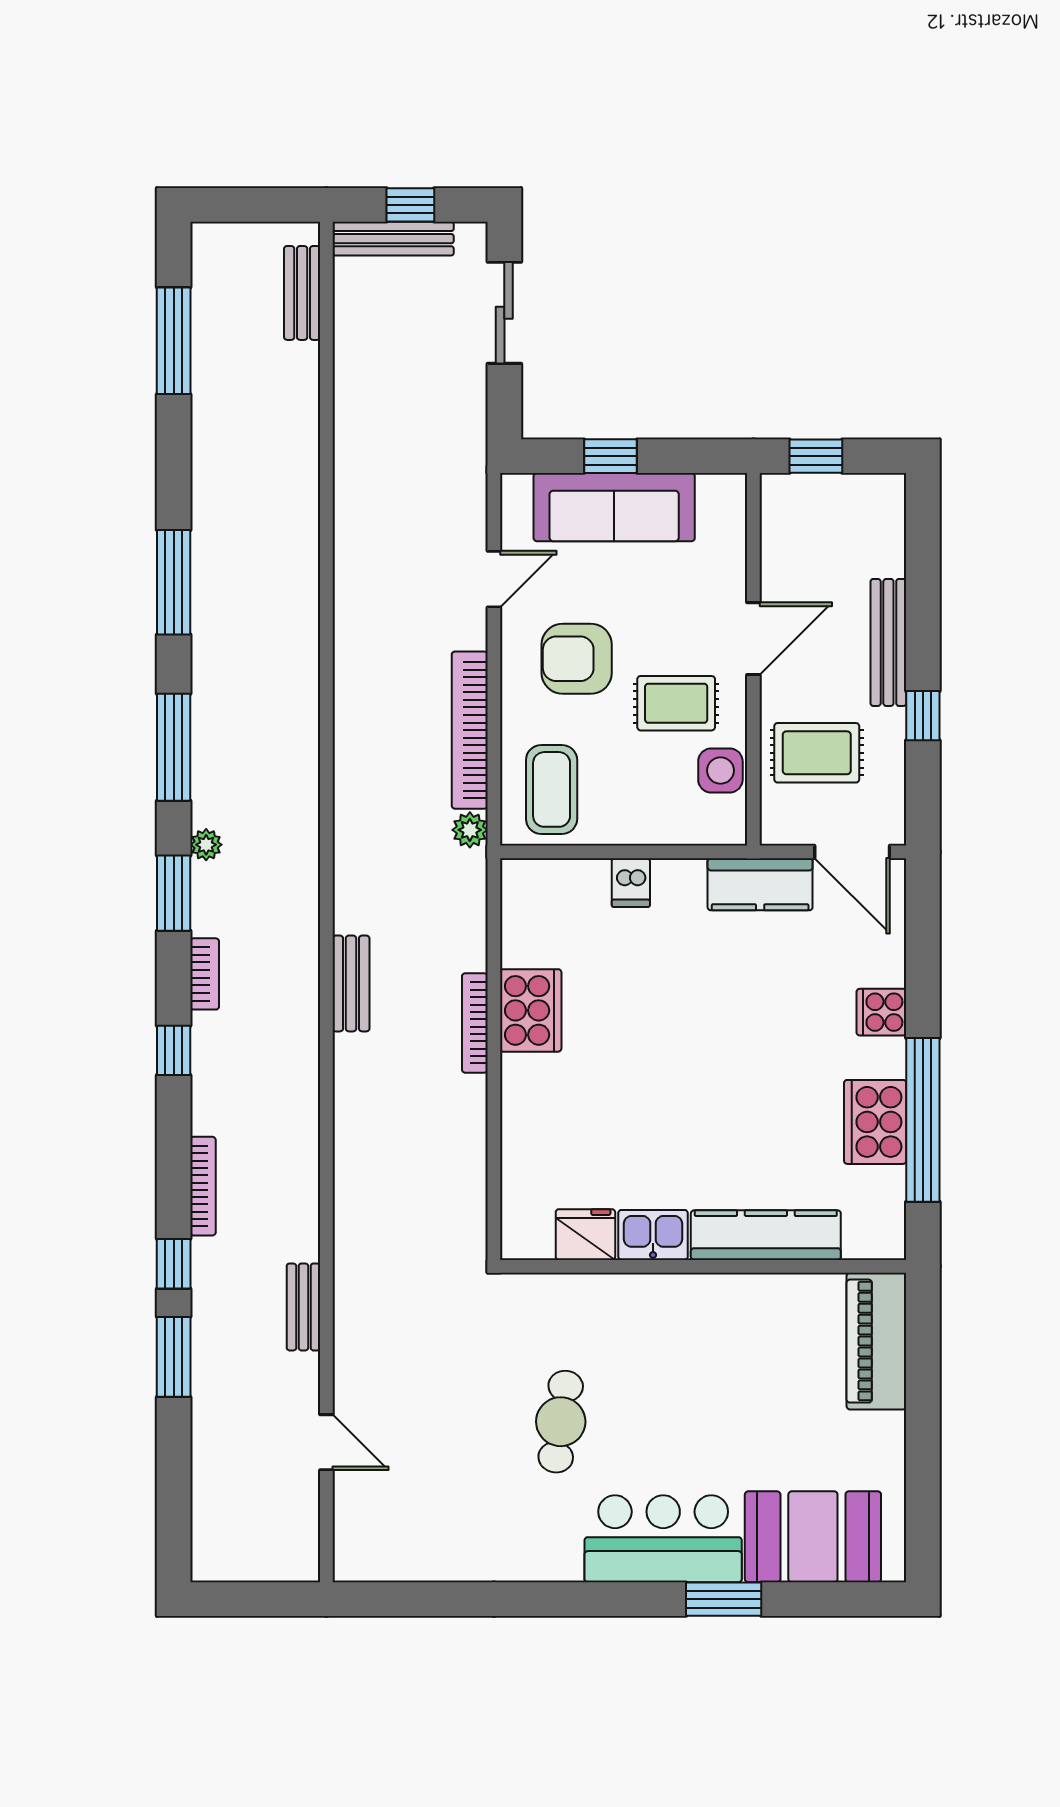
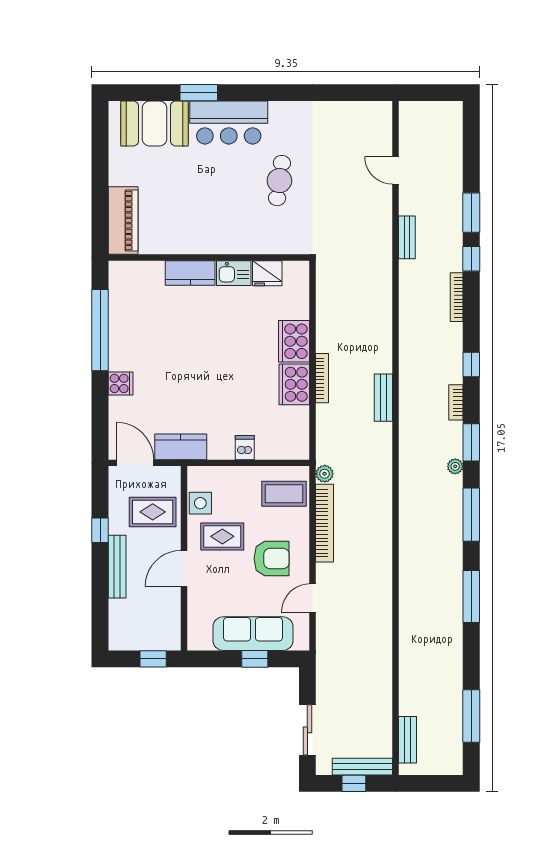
coffee table: (552, 789) -> (284, 494), turned 90
cooker: (875, 1122) -> (294, 341), moved, turned 180
kitchen counter: (766, 1235) -> (190, 273), width x0.67

